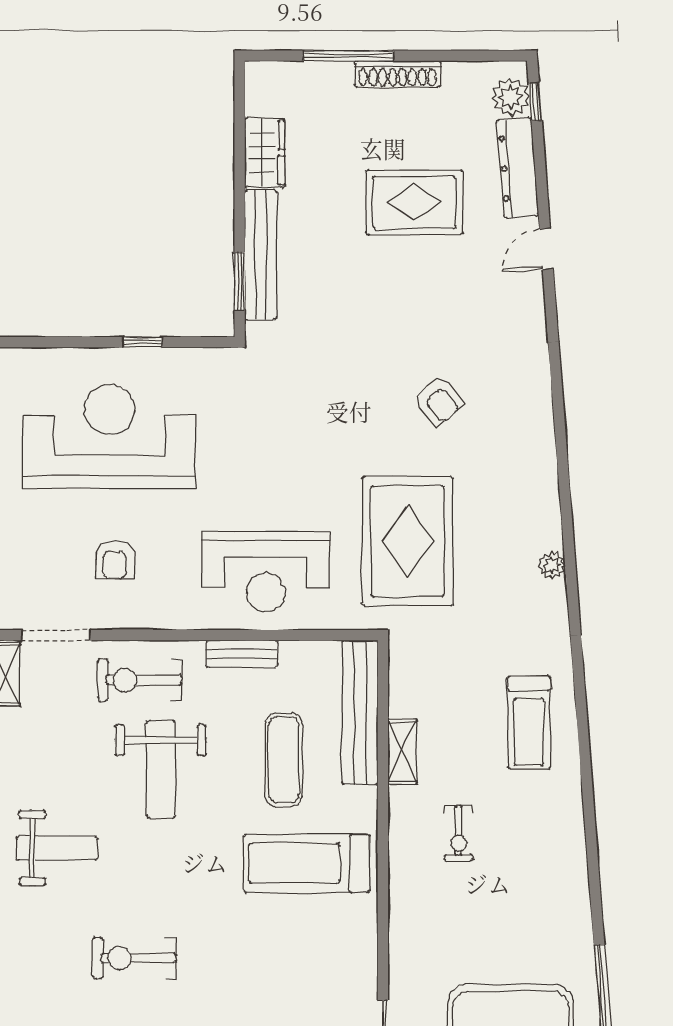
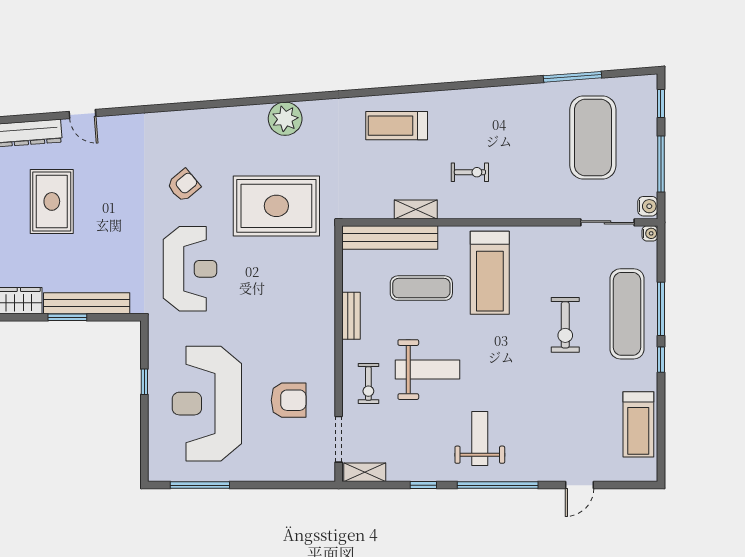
window: (240, 281) -> (67, 317), moved
armchair: (115, 559) -> (289, 400), width x1.38, depth x1.38
plant: (552, 565) -> (285, 119), width x1.88, depth x1.88
reception desk: (266, 572) -> (190, 269), moved
exercise bike: (140, 680) -> (368, 384), width x0.73, depth x0.72
treadmill: (529, 723) -> (397, 126), turned 180
exercise bike: (134, 958) -> (565, 325), moved

